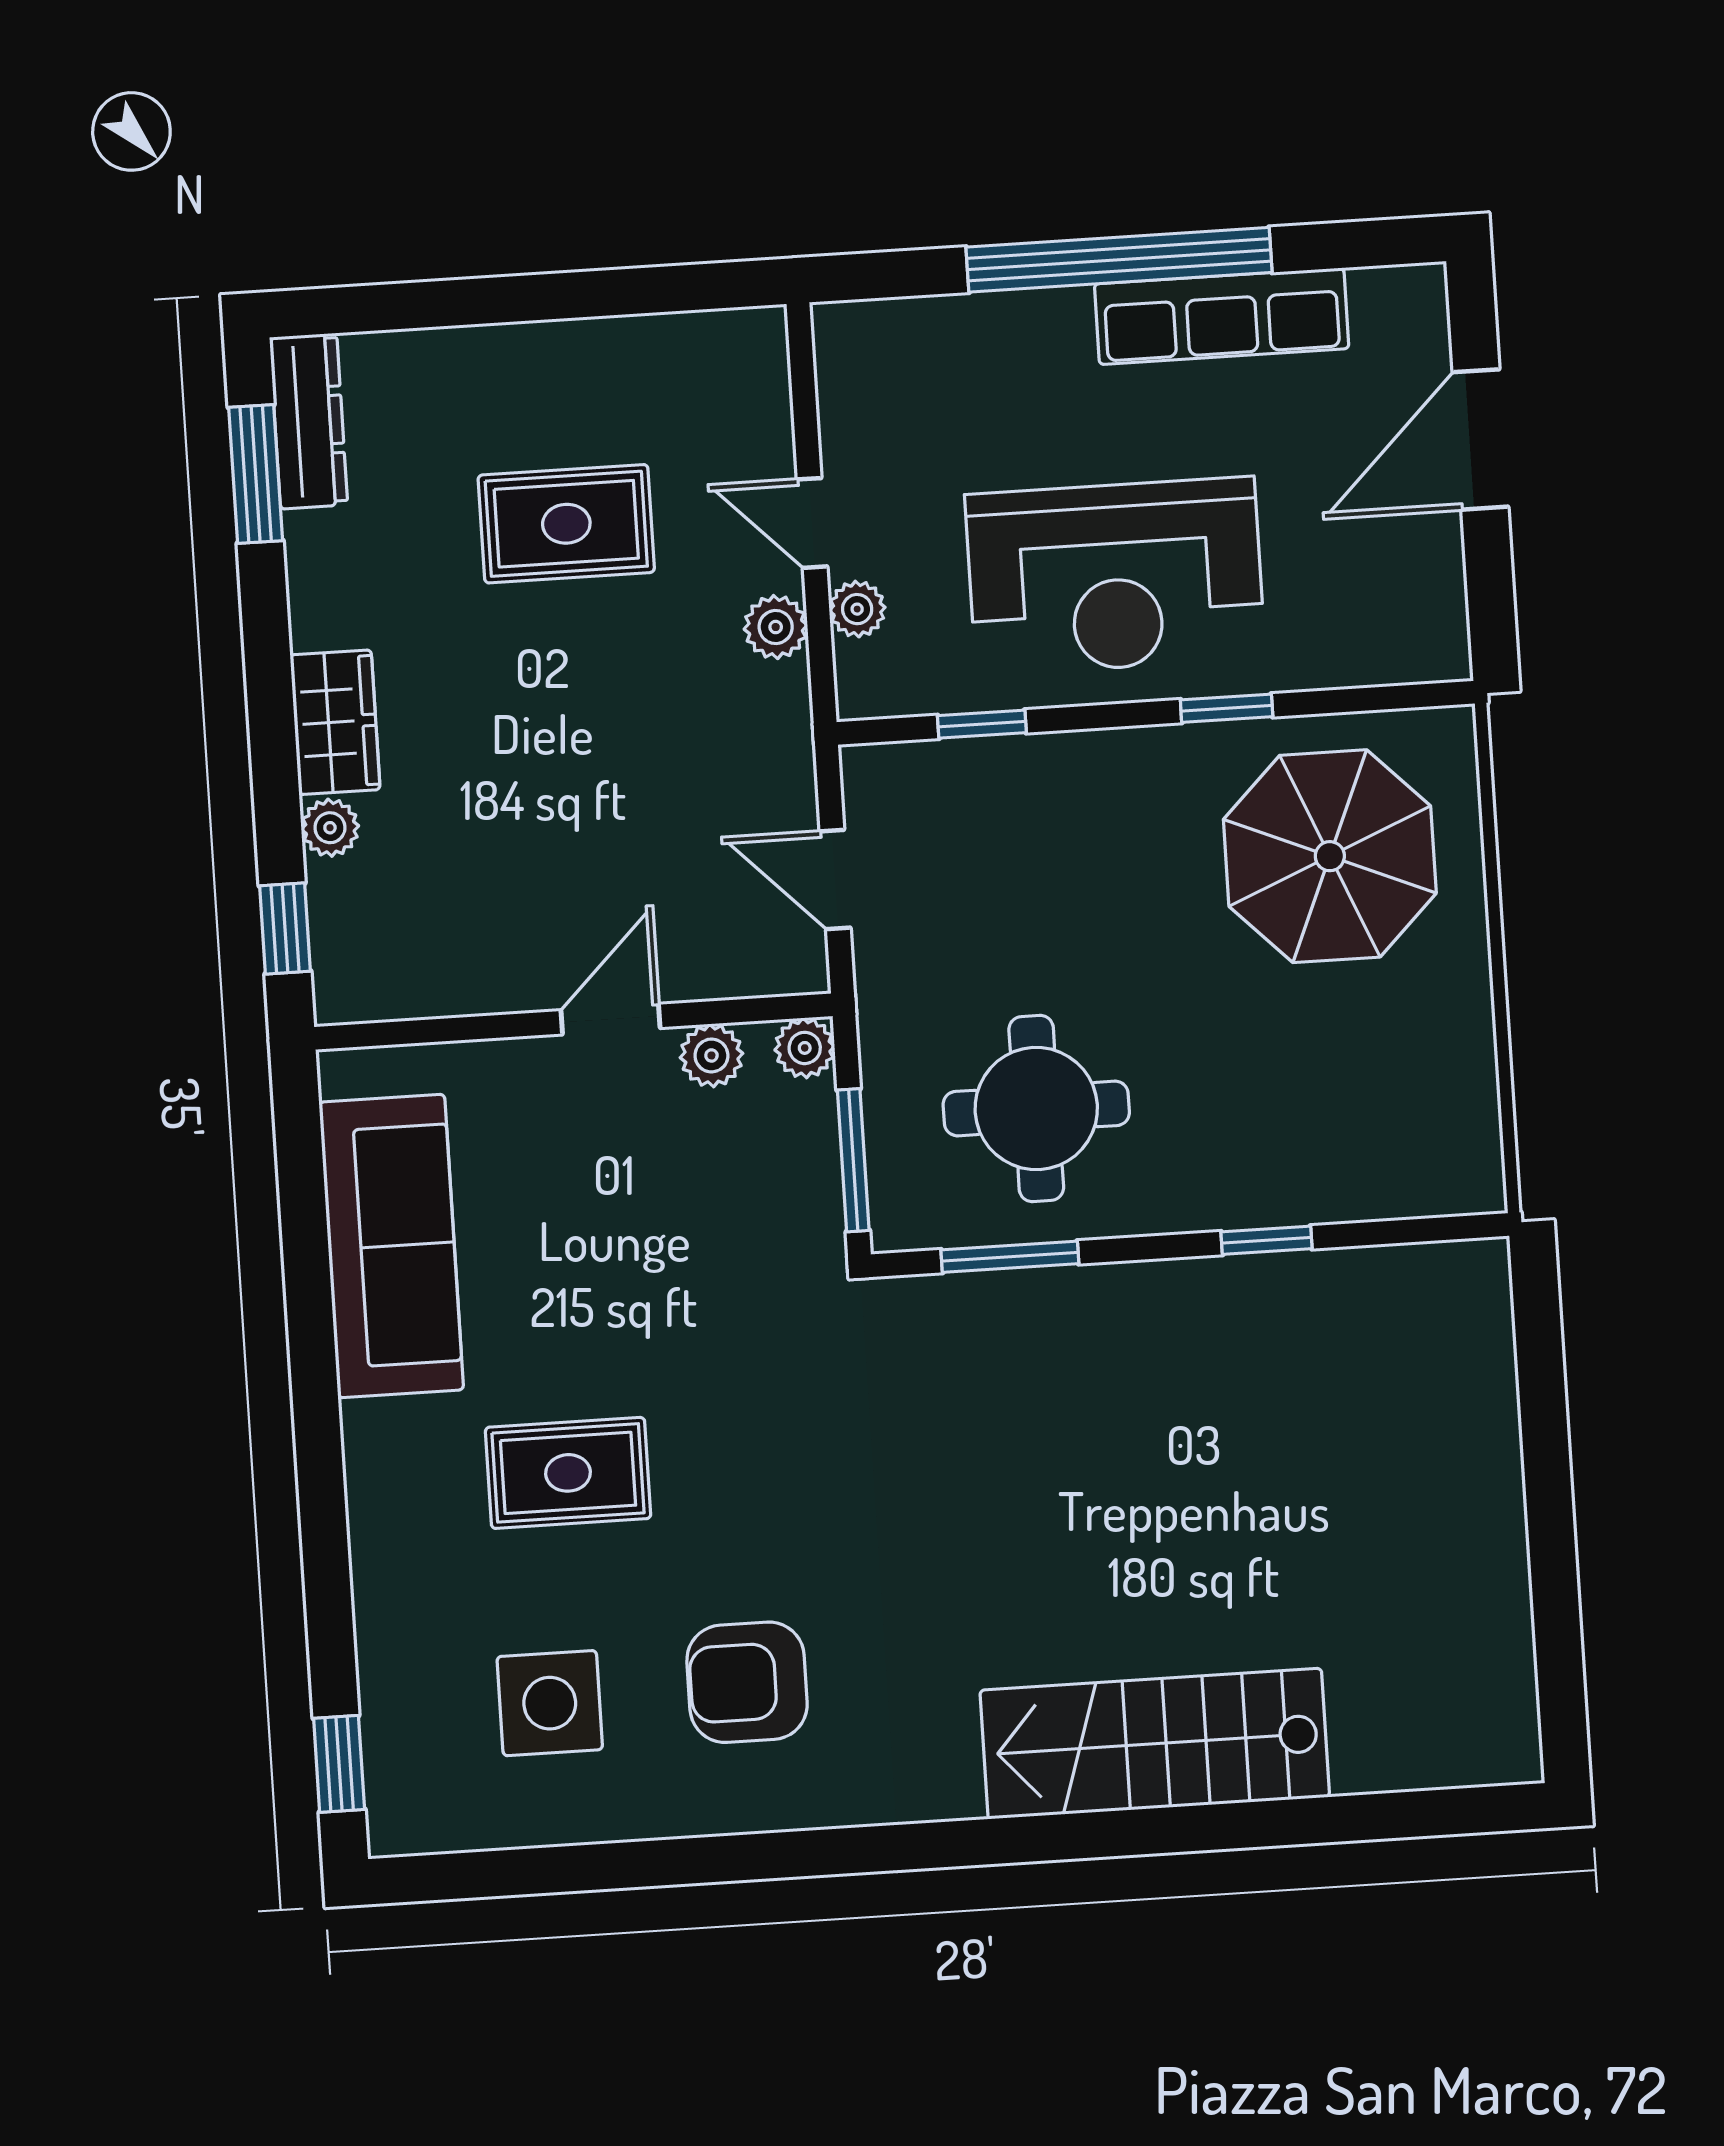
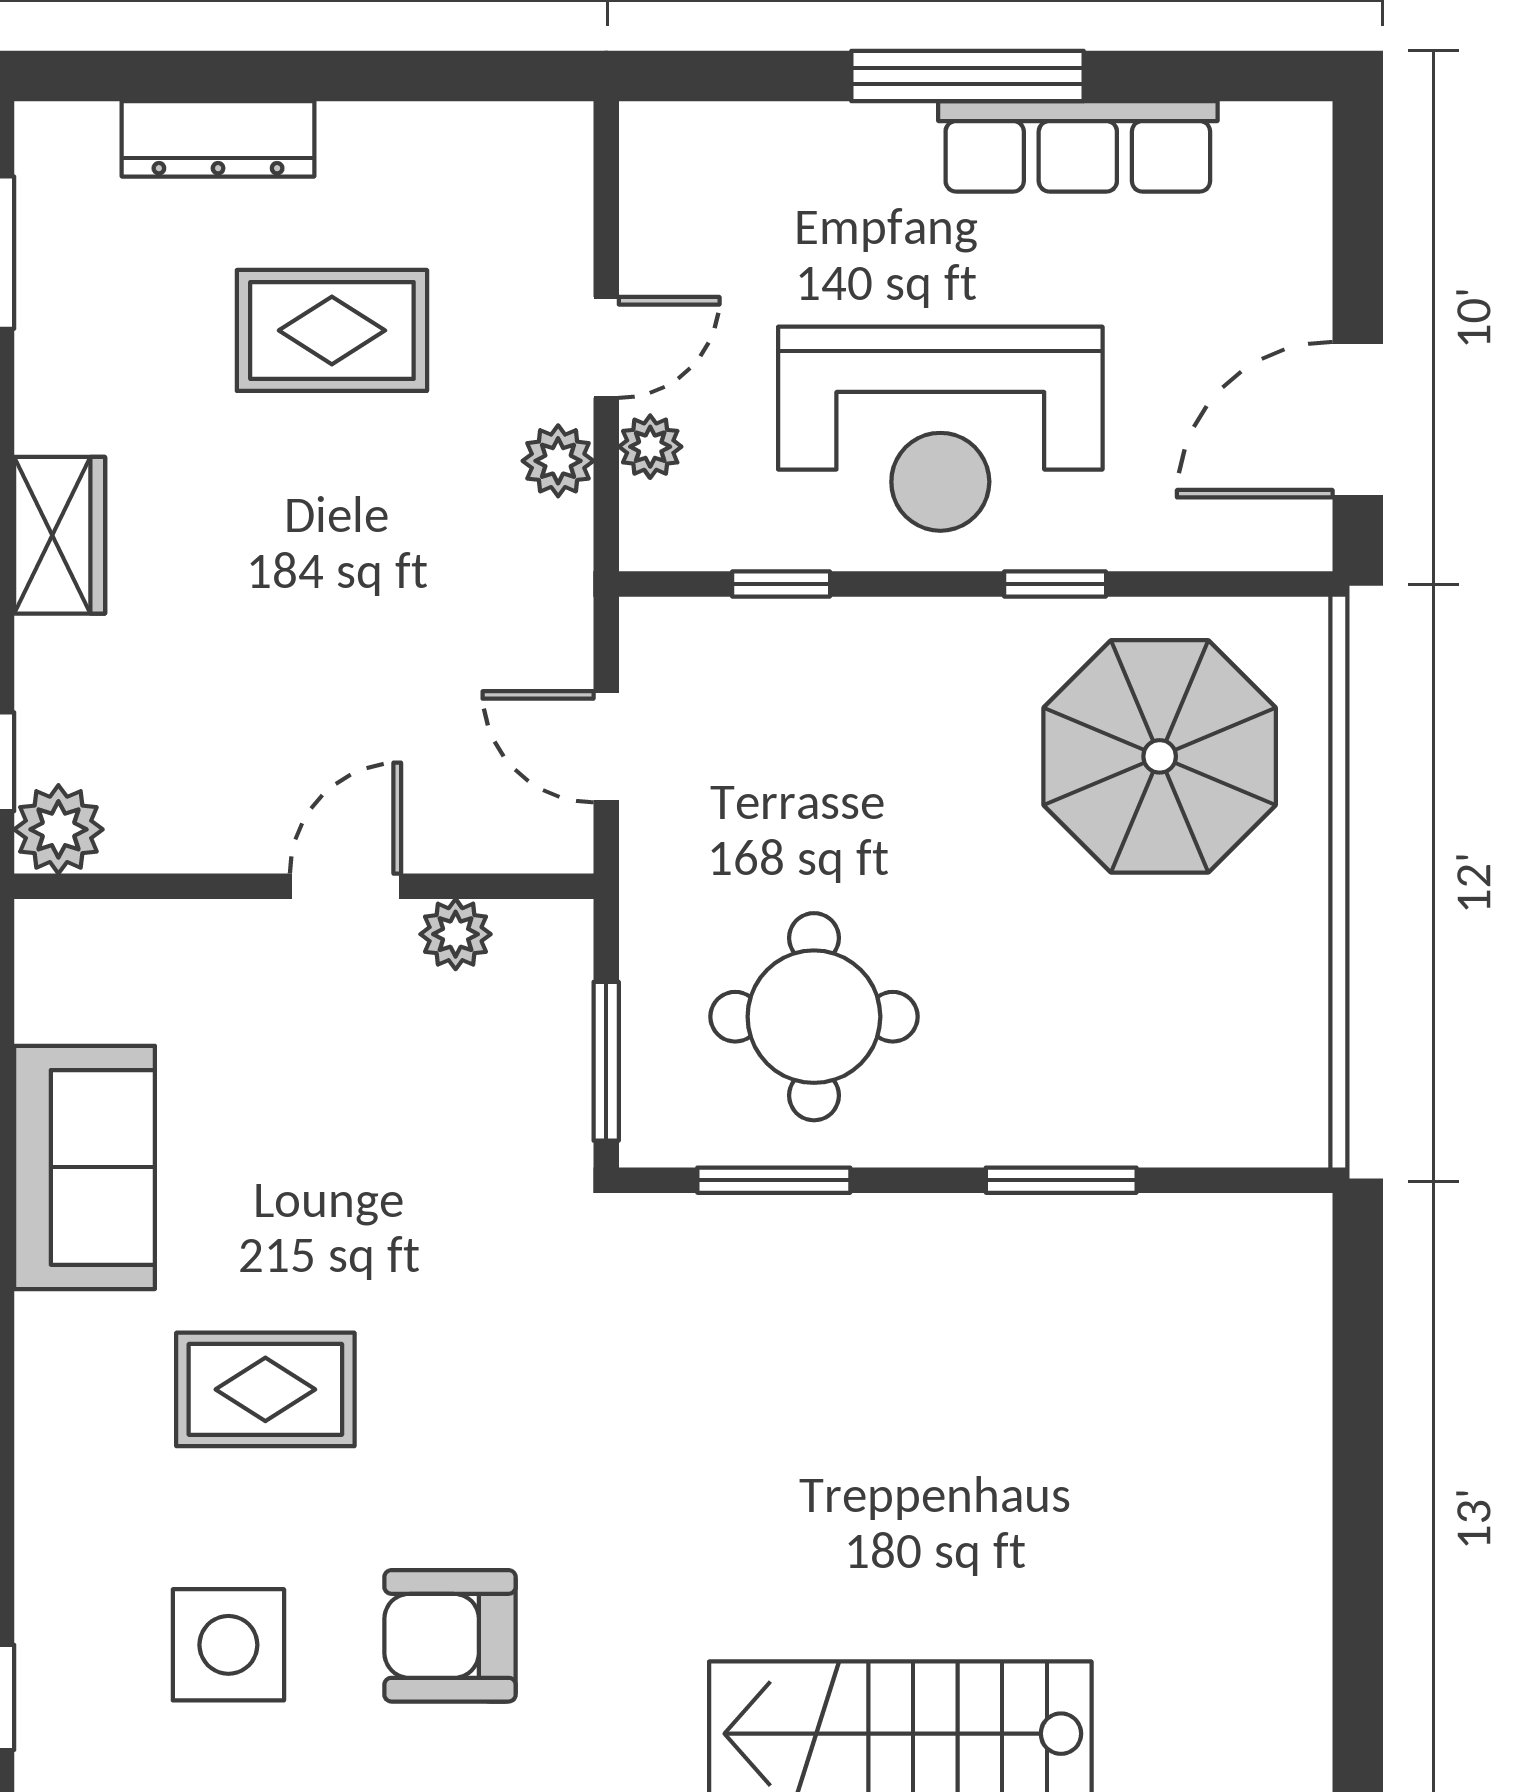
window: (1119, 260) -> (967, 76), width x0.68
dresser: (309, 421) -> (218, 139), moved, turned 90
door: (1480, 439) -> (1358, 420), moved
door: (812, 523) -> (606, 347), swing flipped
plant: (330, 828) -> (58, 829), moved, width x1.38, depth x1.38
plant: (805, 1048) -> (560, 932), removed
window: (1266, 1240) -> (1061, 1180), width x1.50
sofa: (391, 1246) -> (85, 1167), width x0.73

